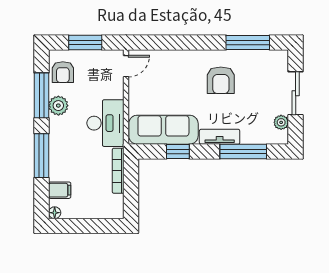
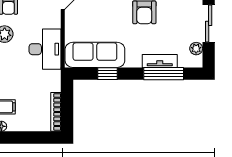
tv unit: (220, 137) -> (160, 61), moved
bookcase: (118, 171) -> (56, 112), moved

